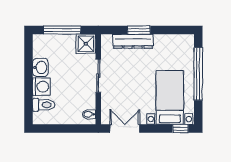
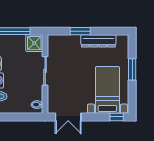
dresser: (133, 41) -> (98, 41), moved
window: (198, 74) -> (132, 69), width x0.47
double door: (125, 129) -> (68, 117), swing flipped

